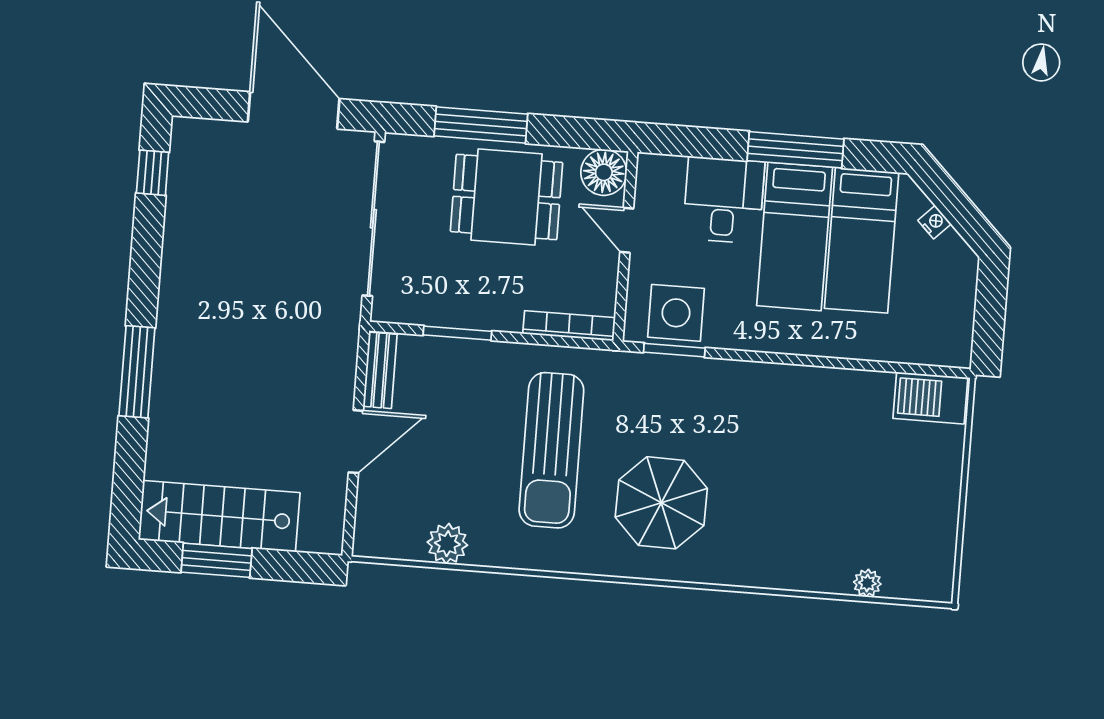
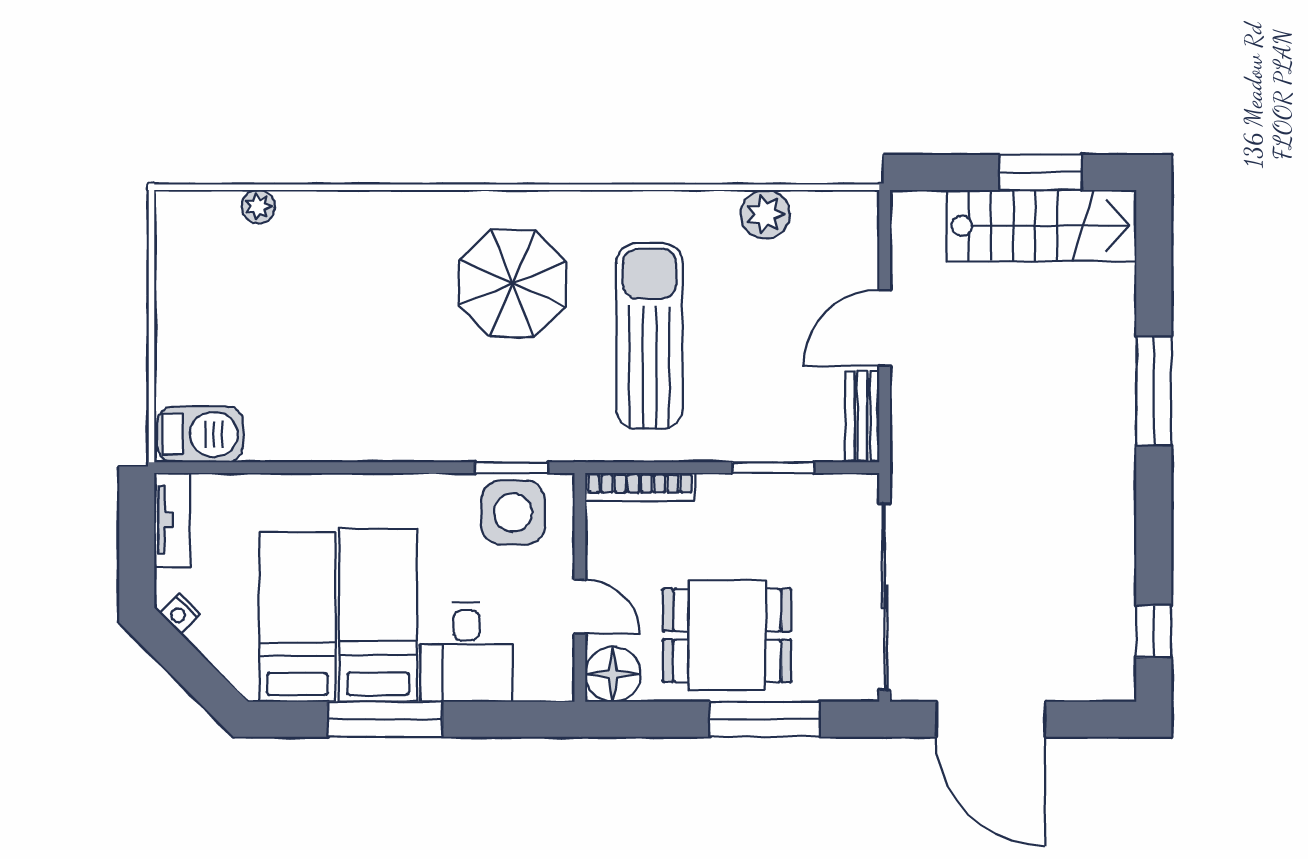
nightstand: (935, 222) -> (180, 614), moved
tv unit: (959, 329) -> (172, 520), added

